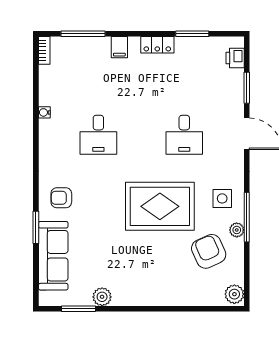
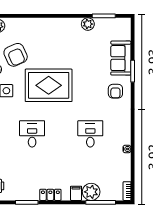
plant: (97, 49) -> (91, 192), added
armchair: (61, 198) -> (115, 91), turned 90
sofa: (53, 256) -> (121, 58), width x0.73

